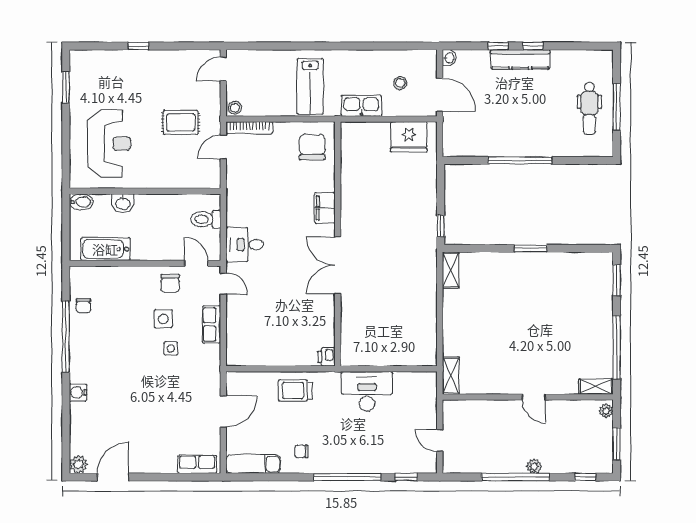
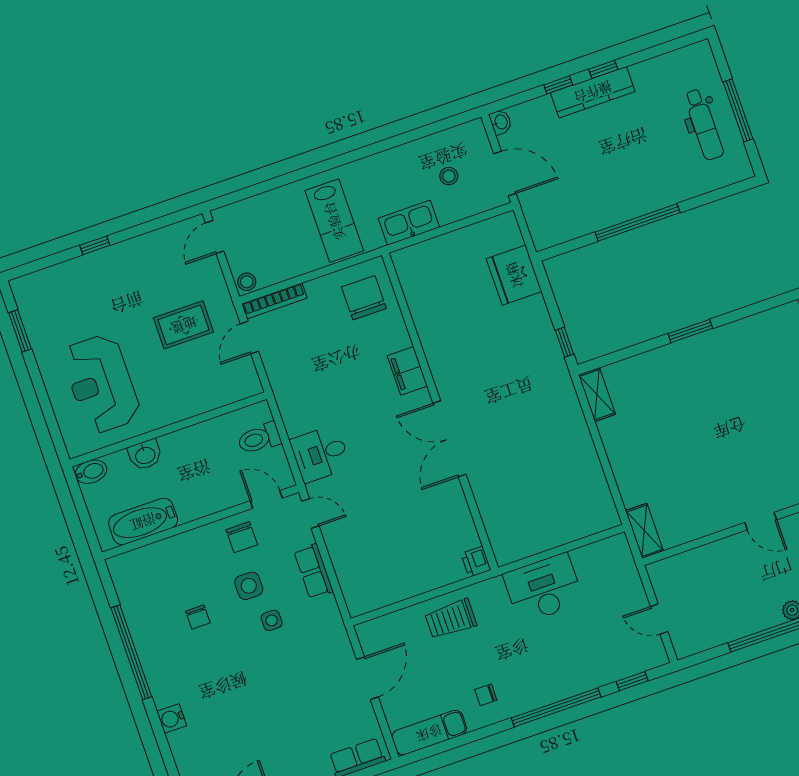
fridge: (409, 137) -> (514, 275), moved, turned 90
reception desk: (109, 144) -> (101, 384), turned 180
chair: (83, 306) -> (198, 617), moved

